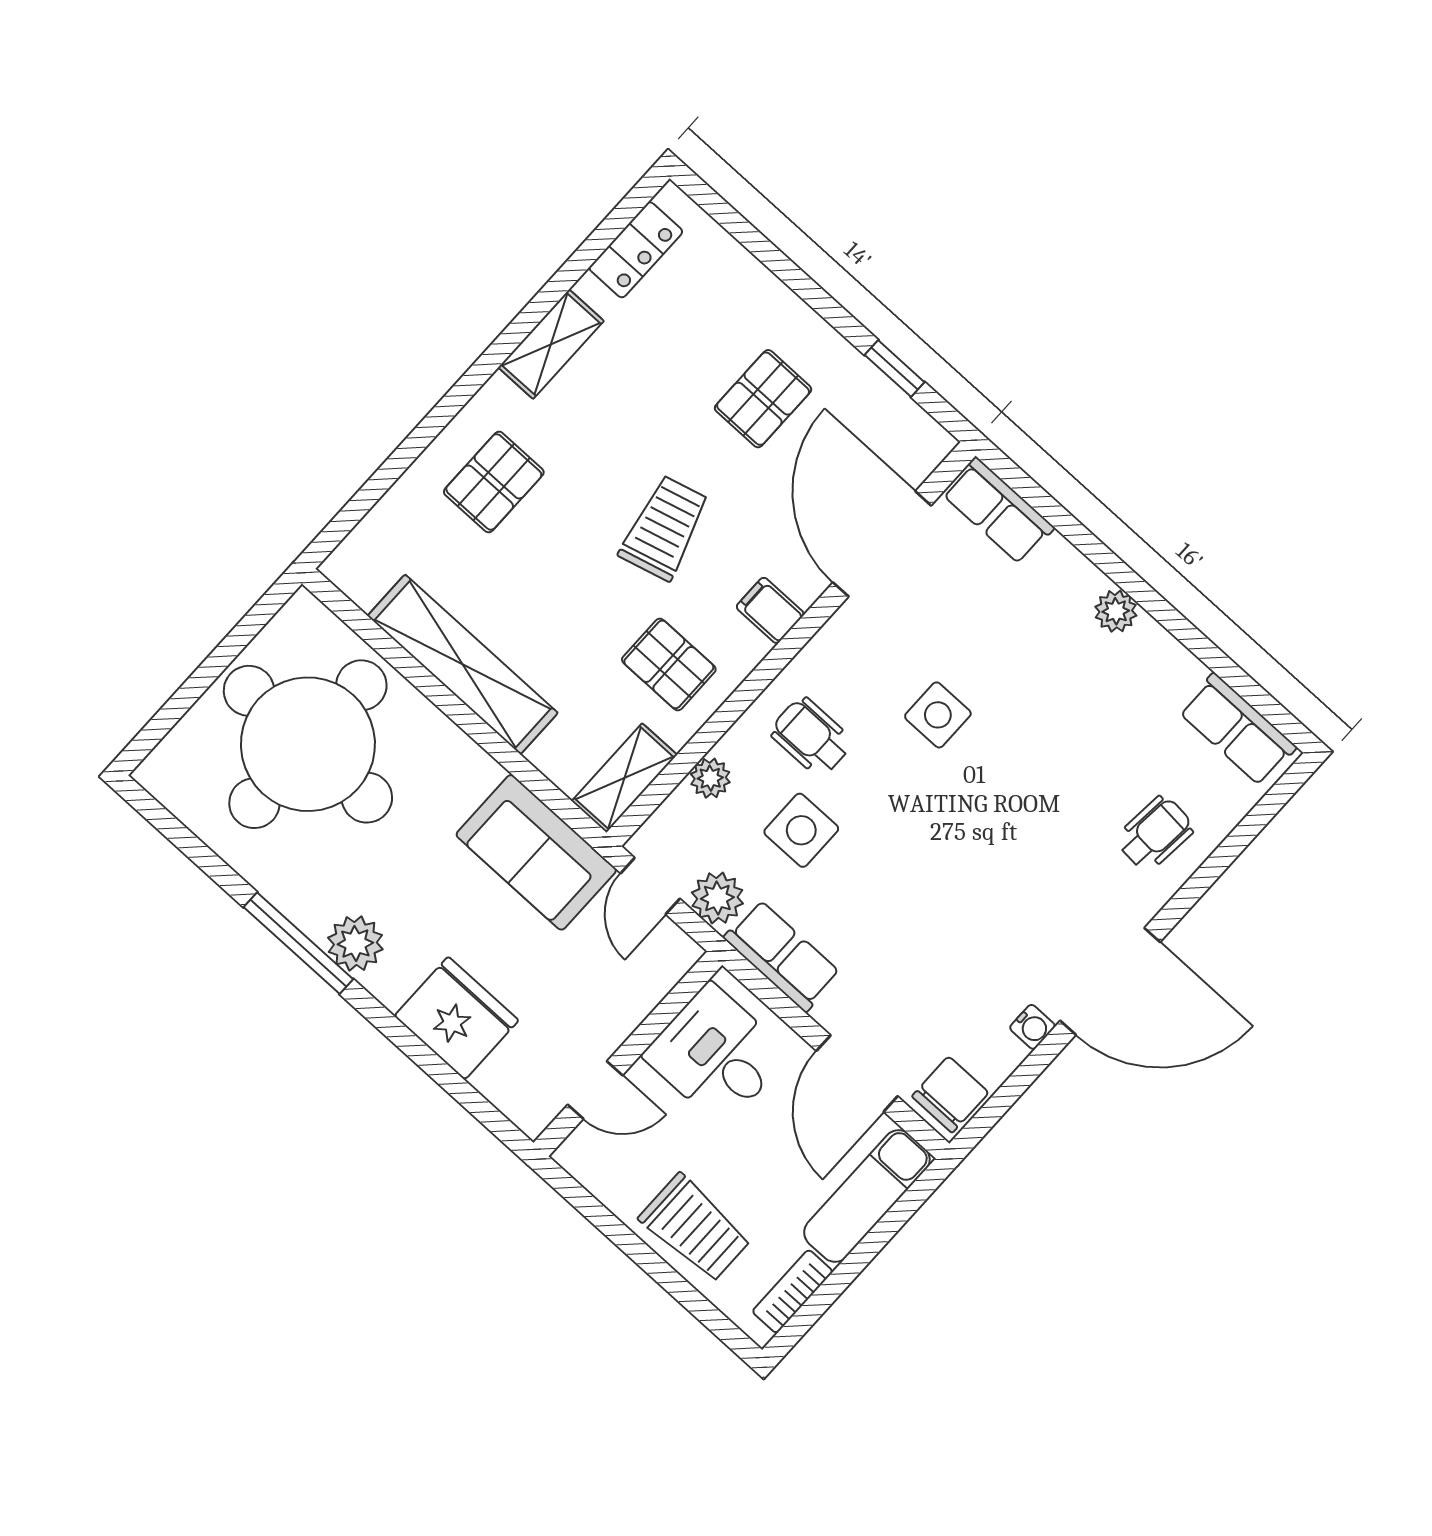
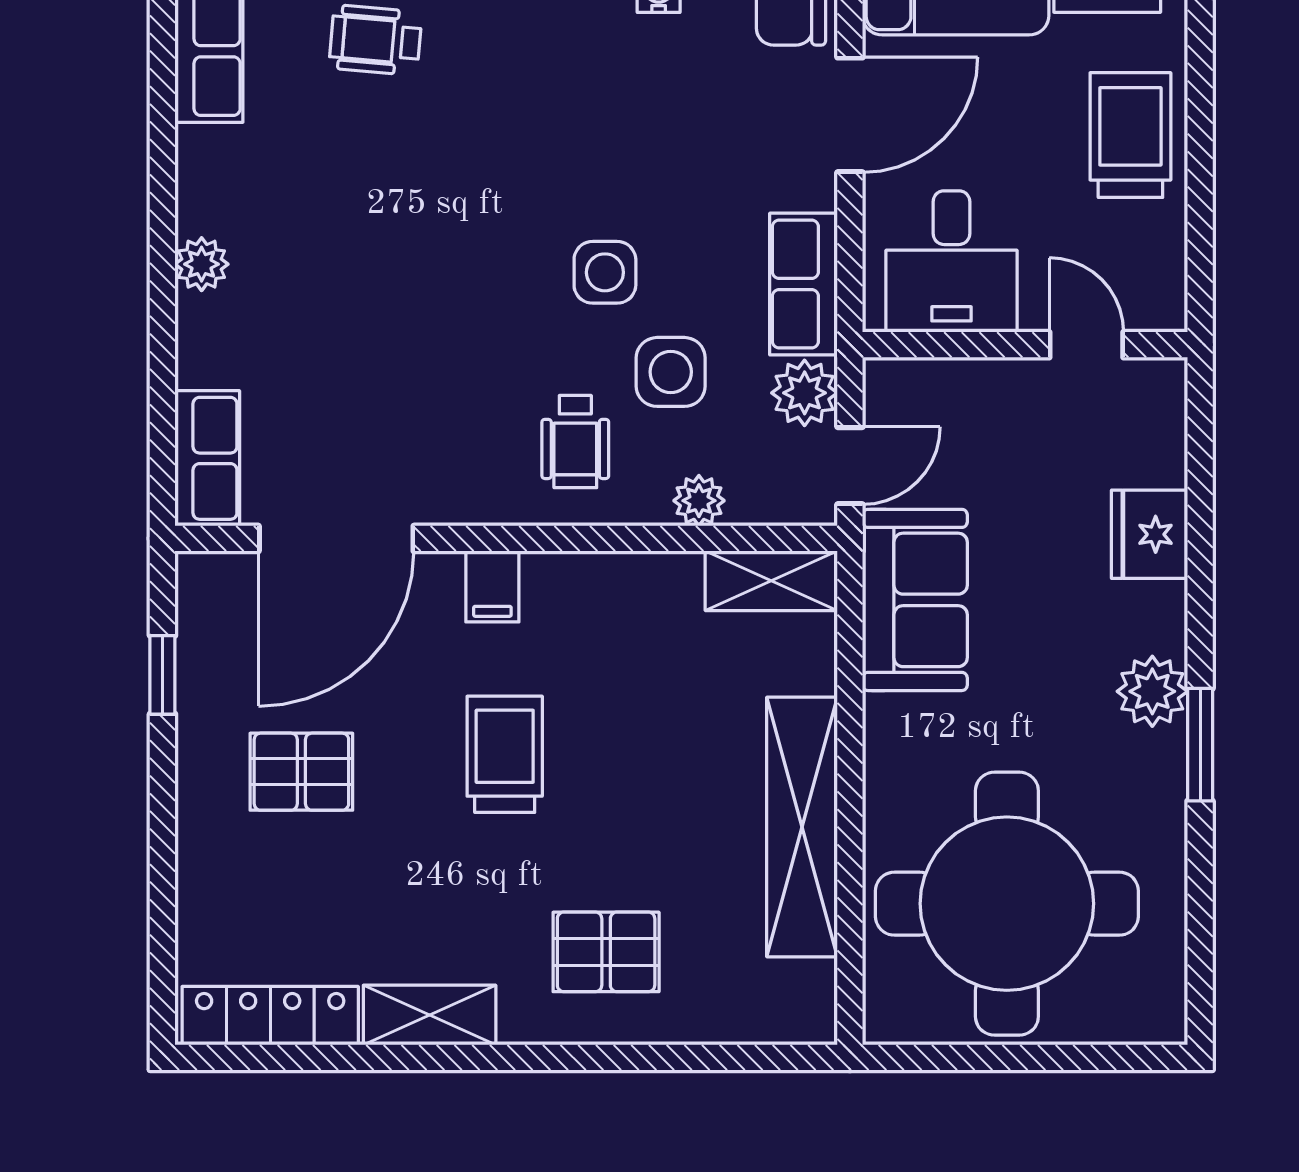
locker: (636, 250) -> (270, 1016), width x1.53
trolley: (665, 528) -> (505, 754), turned 105
pallet: (669, 664) -> (628, 635), removed
side table: (938, 715) -> (605, 272), moved
window: (298, 943) -> (1200, 745), width x0.69
fridge: (456, 1018) -> (1149, 534), width x0.73, depth x0.75

